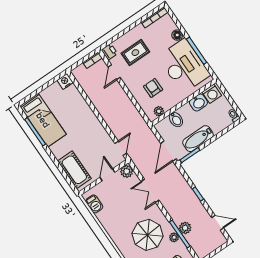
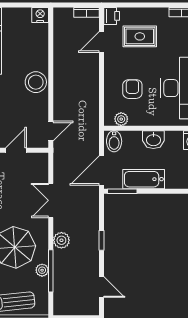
washbasin: (198, 103) -> (153, 140), moved
bidet: (176, 119) -> (114, 141), moved
stool: (91, 125) -> (36, 82), added
plant: (127, 171) -> (40, 161), removed
plant: (185, 228) -> (61, 240), moved

